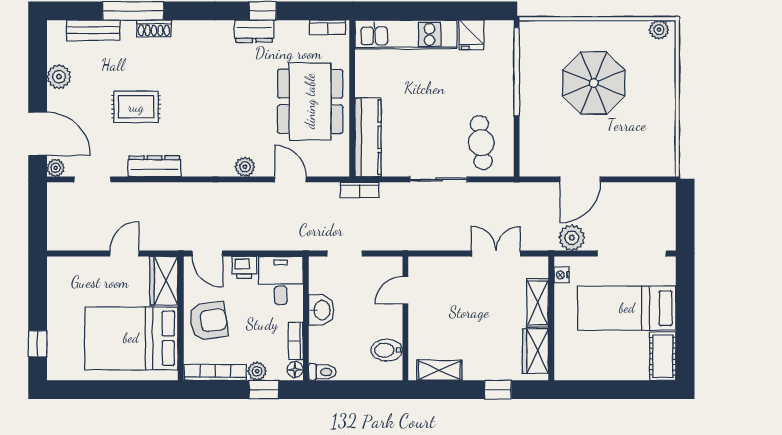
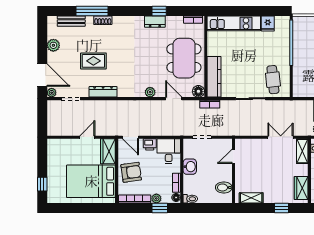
floor lamp: (338, 165) -> (198, 91), added
shelving: (538, 303) -> (302, 151), moved

